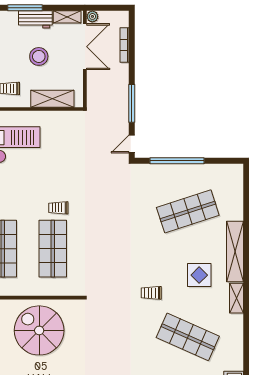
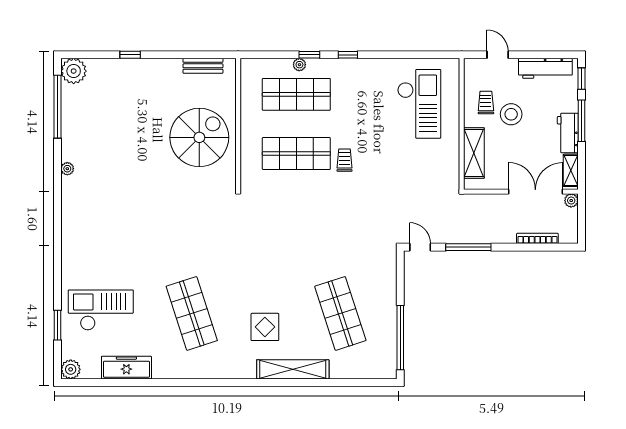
double door: (85, 47) -> (535, 192), swing flipped
stool: (39, 56) -> (511, 114), moved
window: (177, 161) -> (400, 338), moved
trolley: (151, 293) -> (244, 270), removed
shelving: (236, 298) -> (238, 371), removed
shop shelf: (188, 337) -> (192, 313), turned -42

